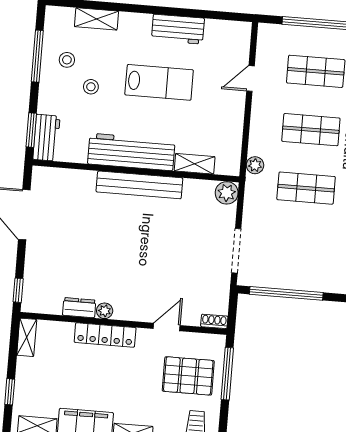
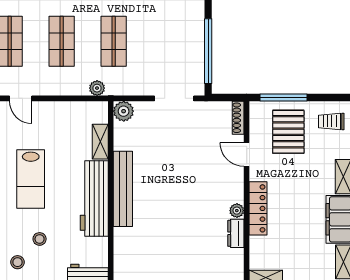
lab bench: (159, 82) -> (31, 179), turned 180
shoe rack: (214, 321) -> (238, 118), width x1.43

